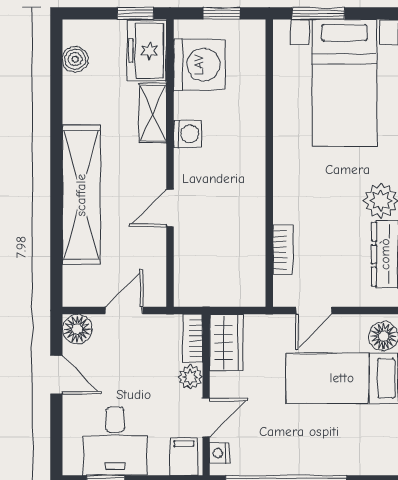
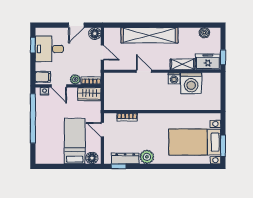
window: (221, 13) -> (223, 92), removed
window: (318, 13) -> (223, 146), moved
washing machine: (199, 65) -> (191, 83), moved

